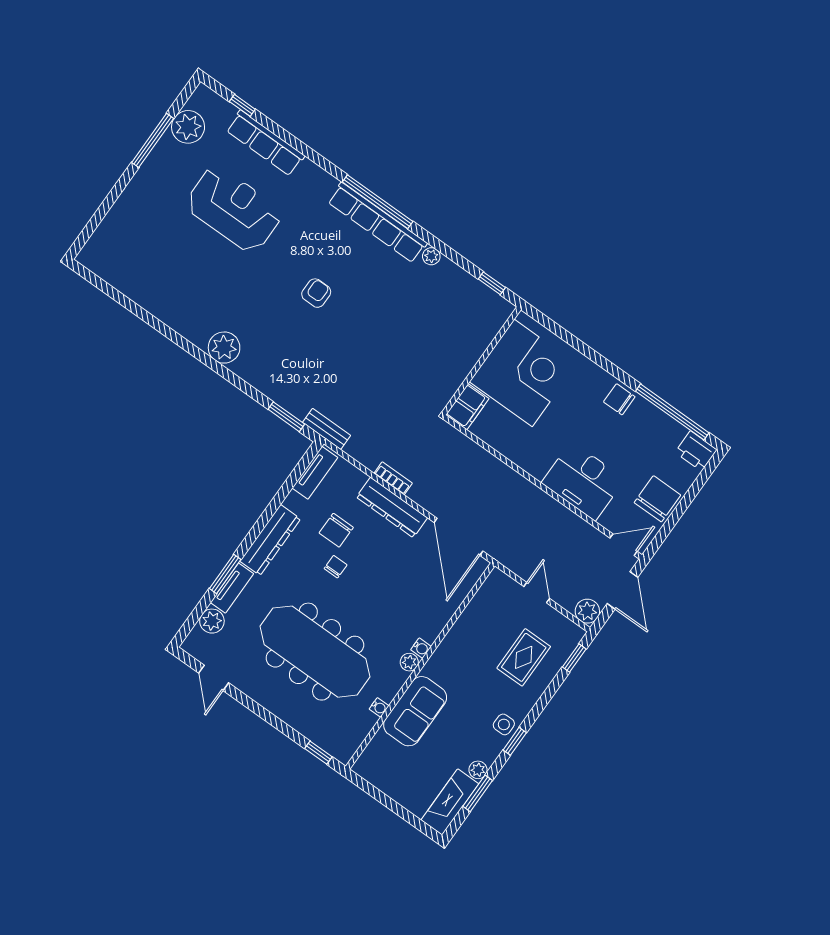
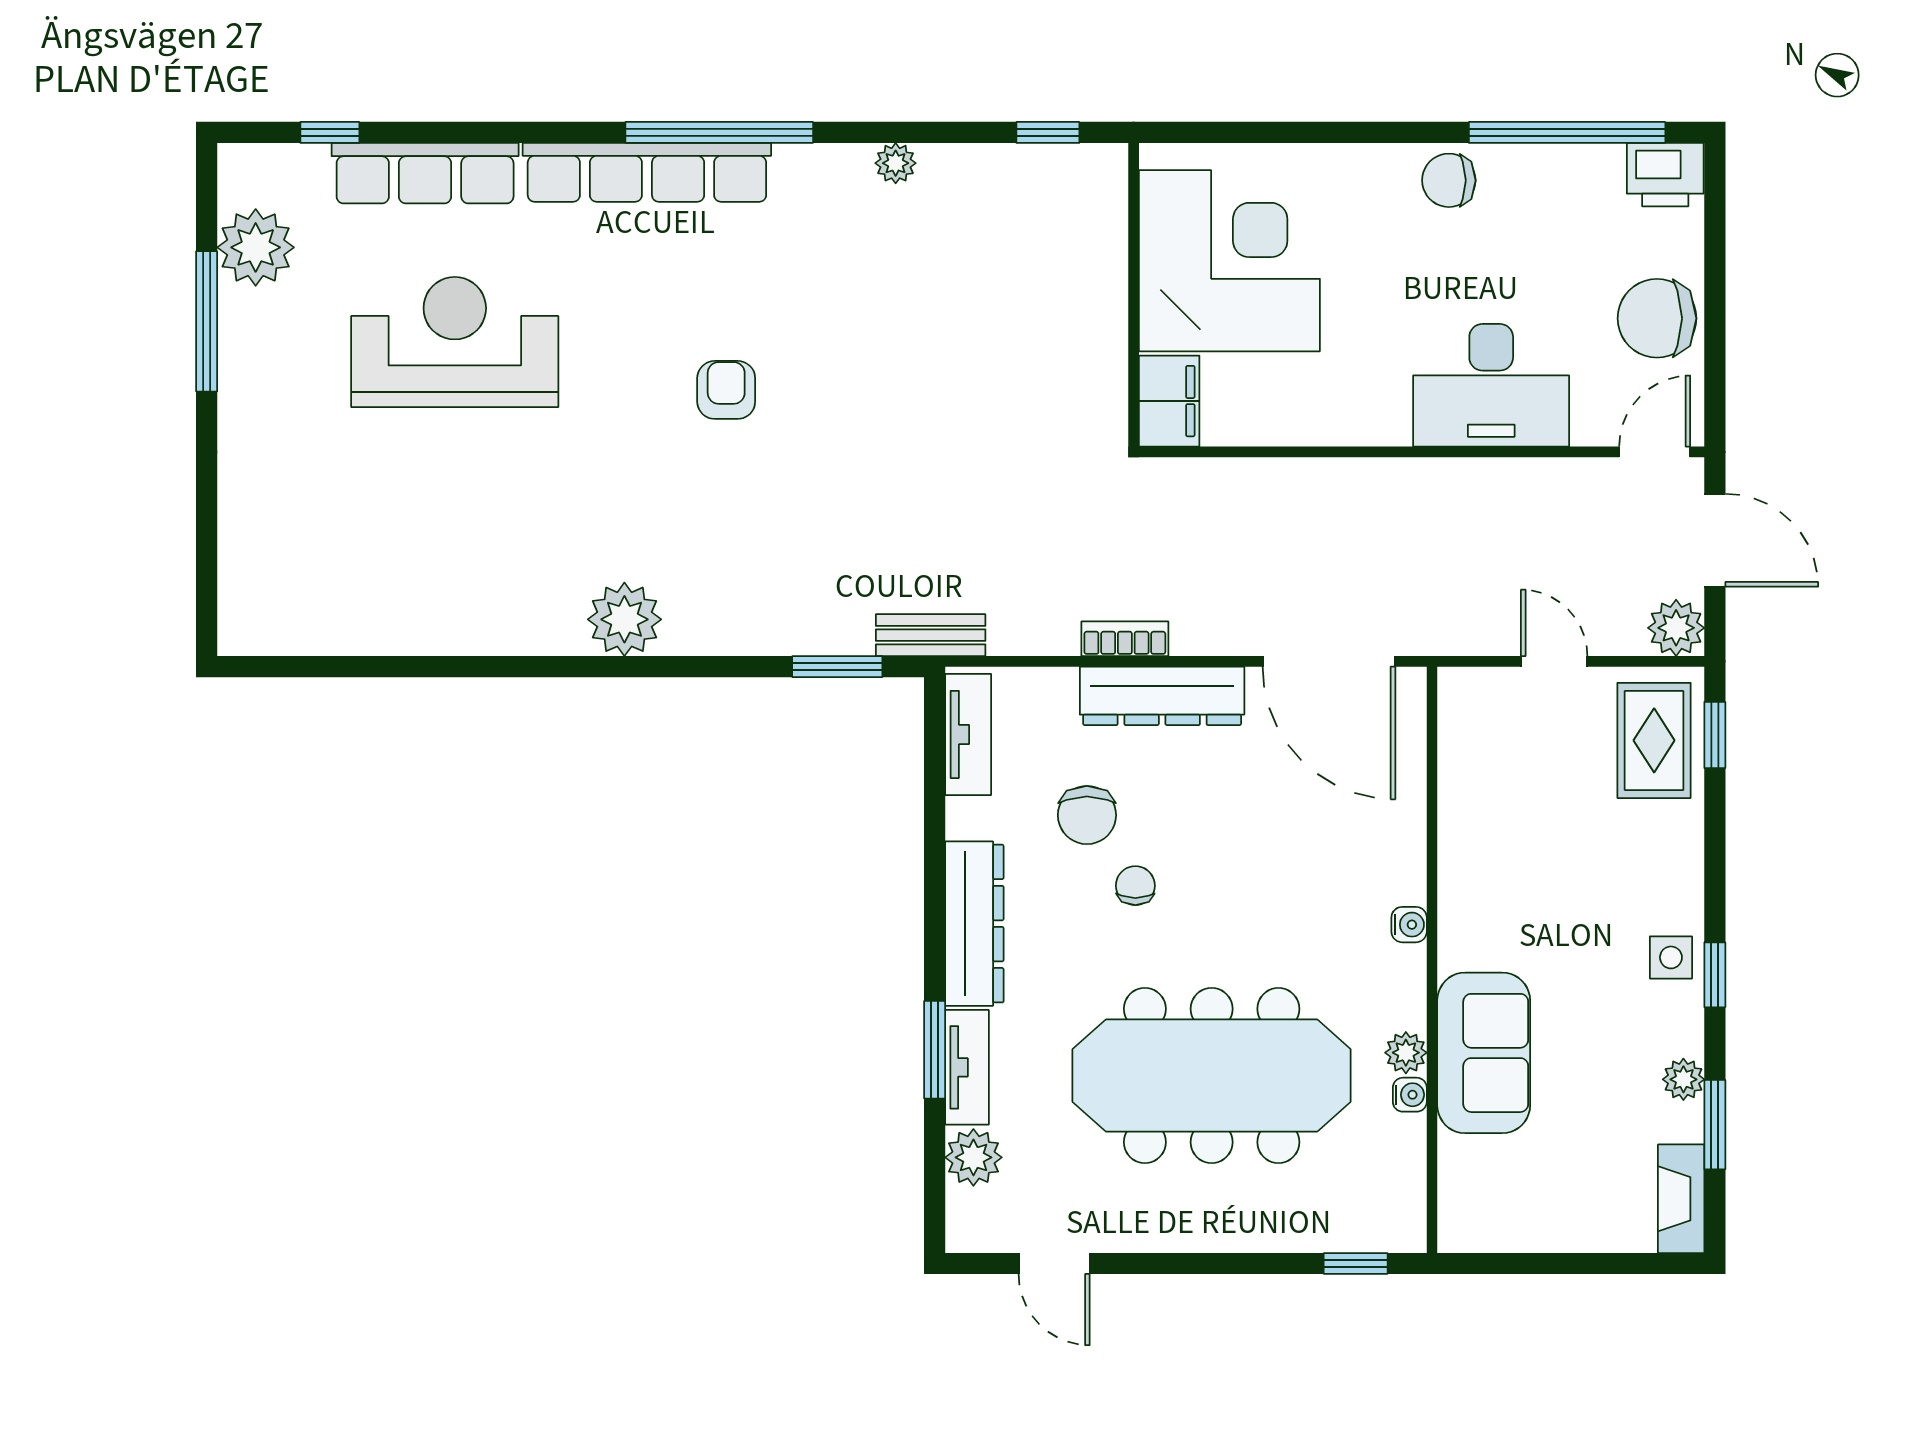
row of seats: (377, 223) -> (647, 172), moved
chair: (657, 499) -> (1657, 318), turned -90
rug: (524, 657) -> (1654, 740), moved
plant: (409, 662) -> (1406, 1053), moved
fireplace: (450, 802) -> (1681, 1199), width x0.73, depth x0.76

